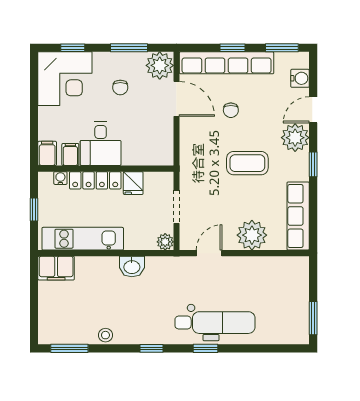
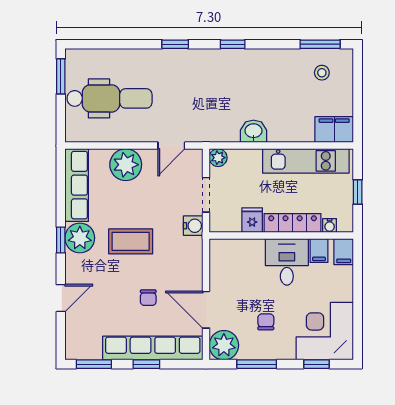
water cooler: (300, 78) -> (193, 226), moved, turned 180
chair: (231, 110) -> (148, 298), turned 180
plant: (295, 138) -> (80, 238), moved
dental chair: (215, 323) -> (110, 98), moved, turned 180
stool: (105, 335) -> (322, 73), moved

